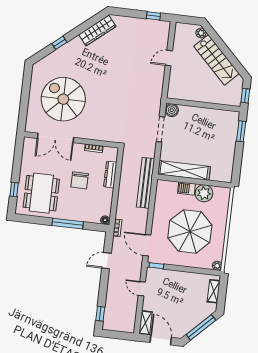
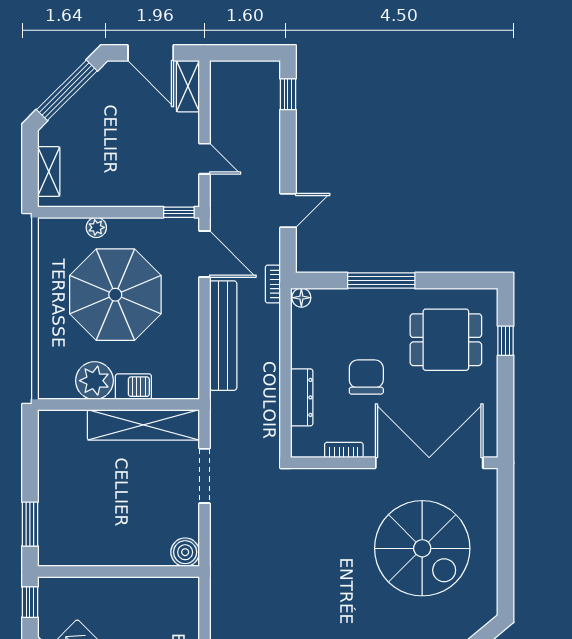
doorway: (161, 129) -> (205, 476), moved
double door: (56, 138) -> (429, 463), width x1.36
bench: (146, 183) -> (223, 336), moved
dining table: (41, 193) -> (446, 340), width x0.73
plant: (217, 266) -> (96, 227), moved

